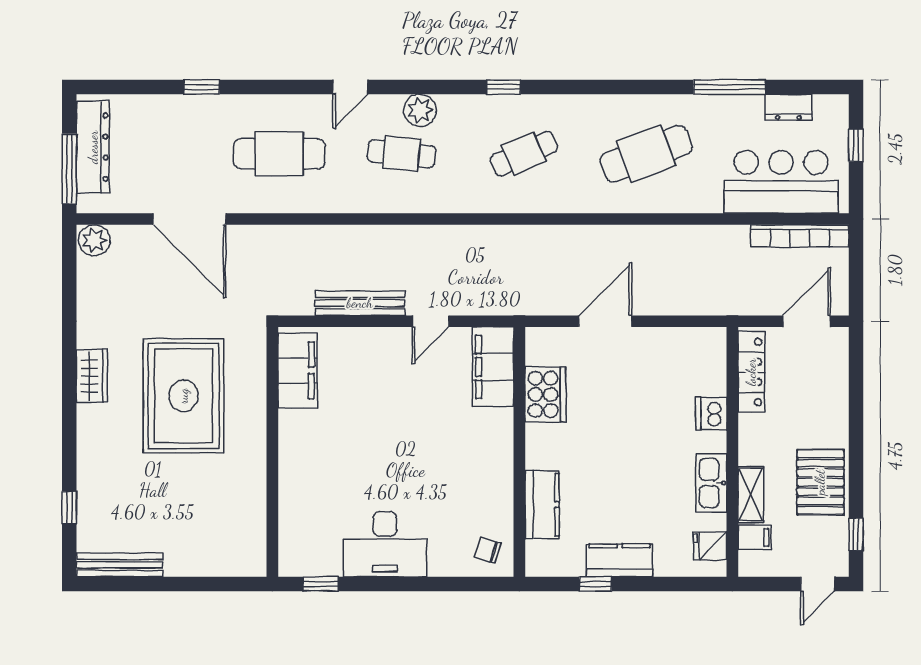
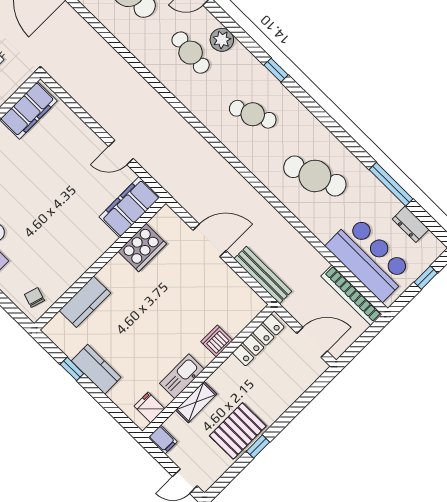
bench: (360, 303) -> (263, 275), moved
window: (856, 534) -> (258, 447), moved
filing cabinet: (755, 538) -> (163, 439), moved

